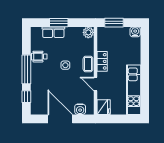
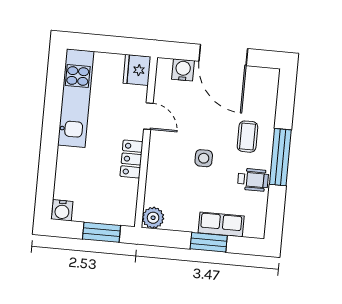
coffee table: (88, 64) -> (247, 137), moved
window: (26, 97) -> (285, 104), removed

